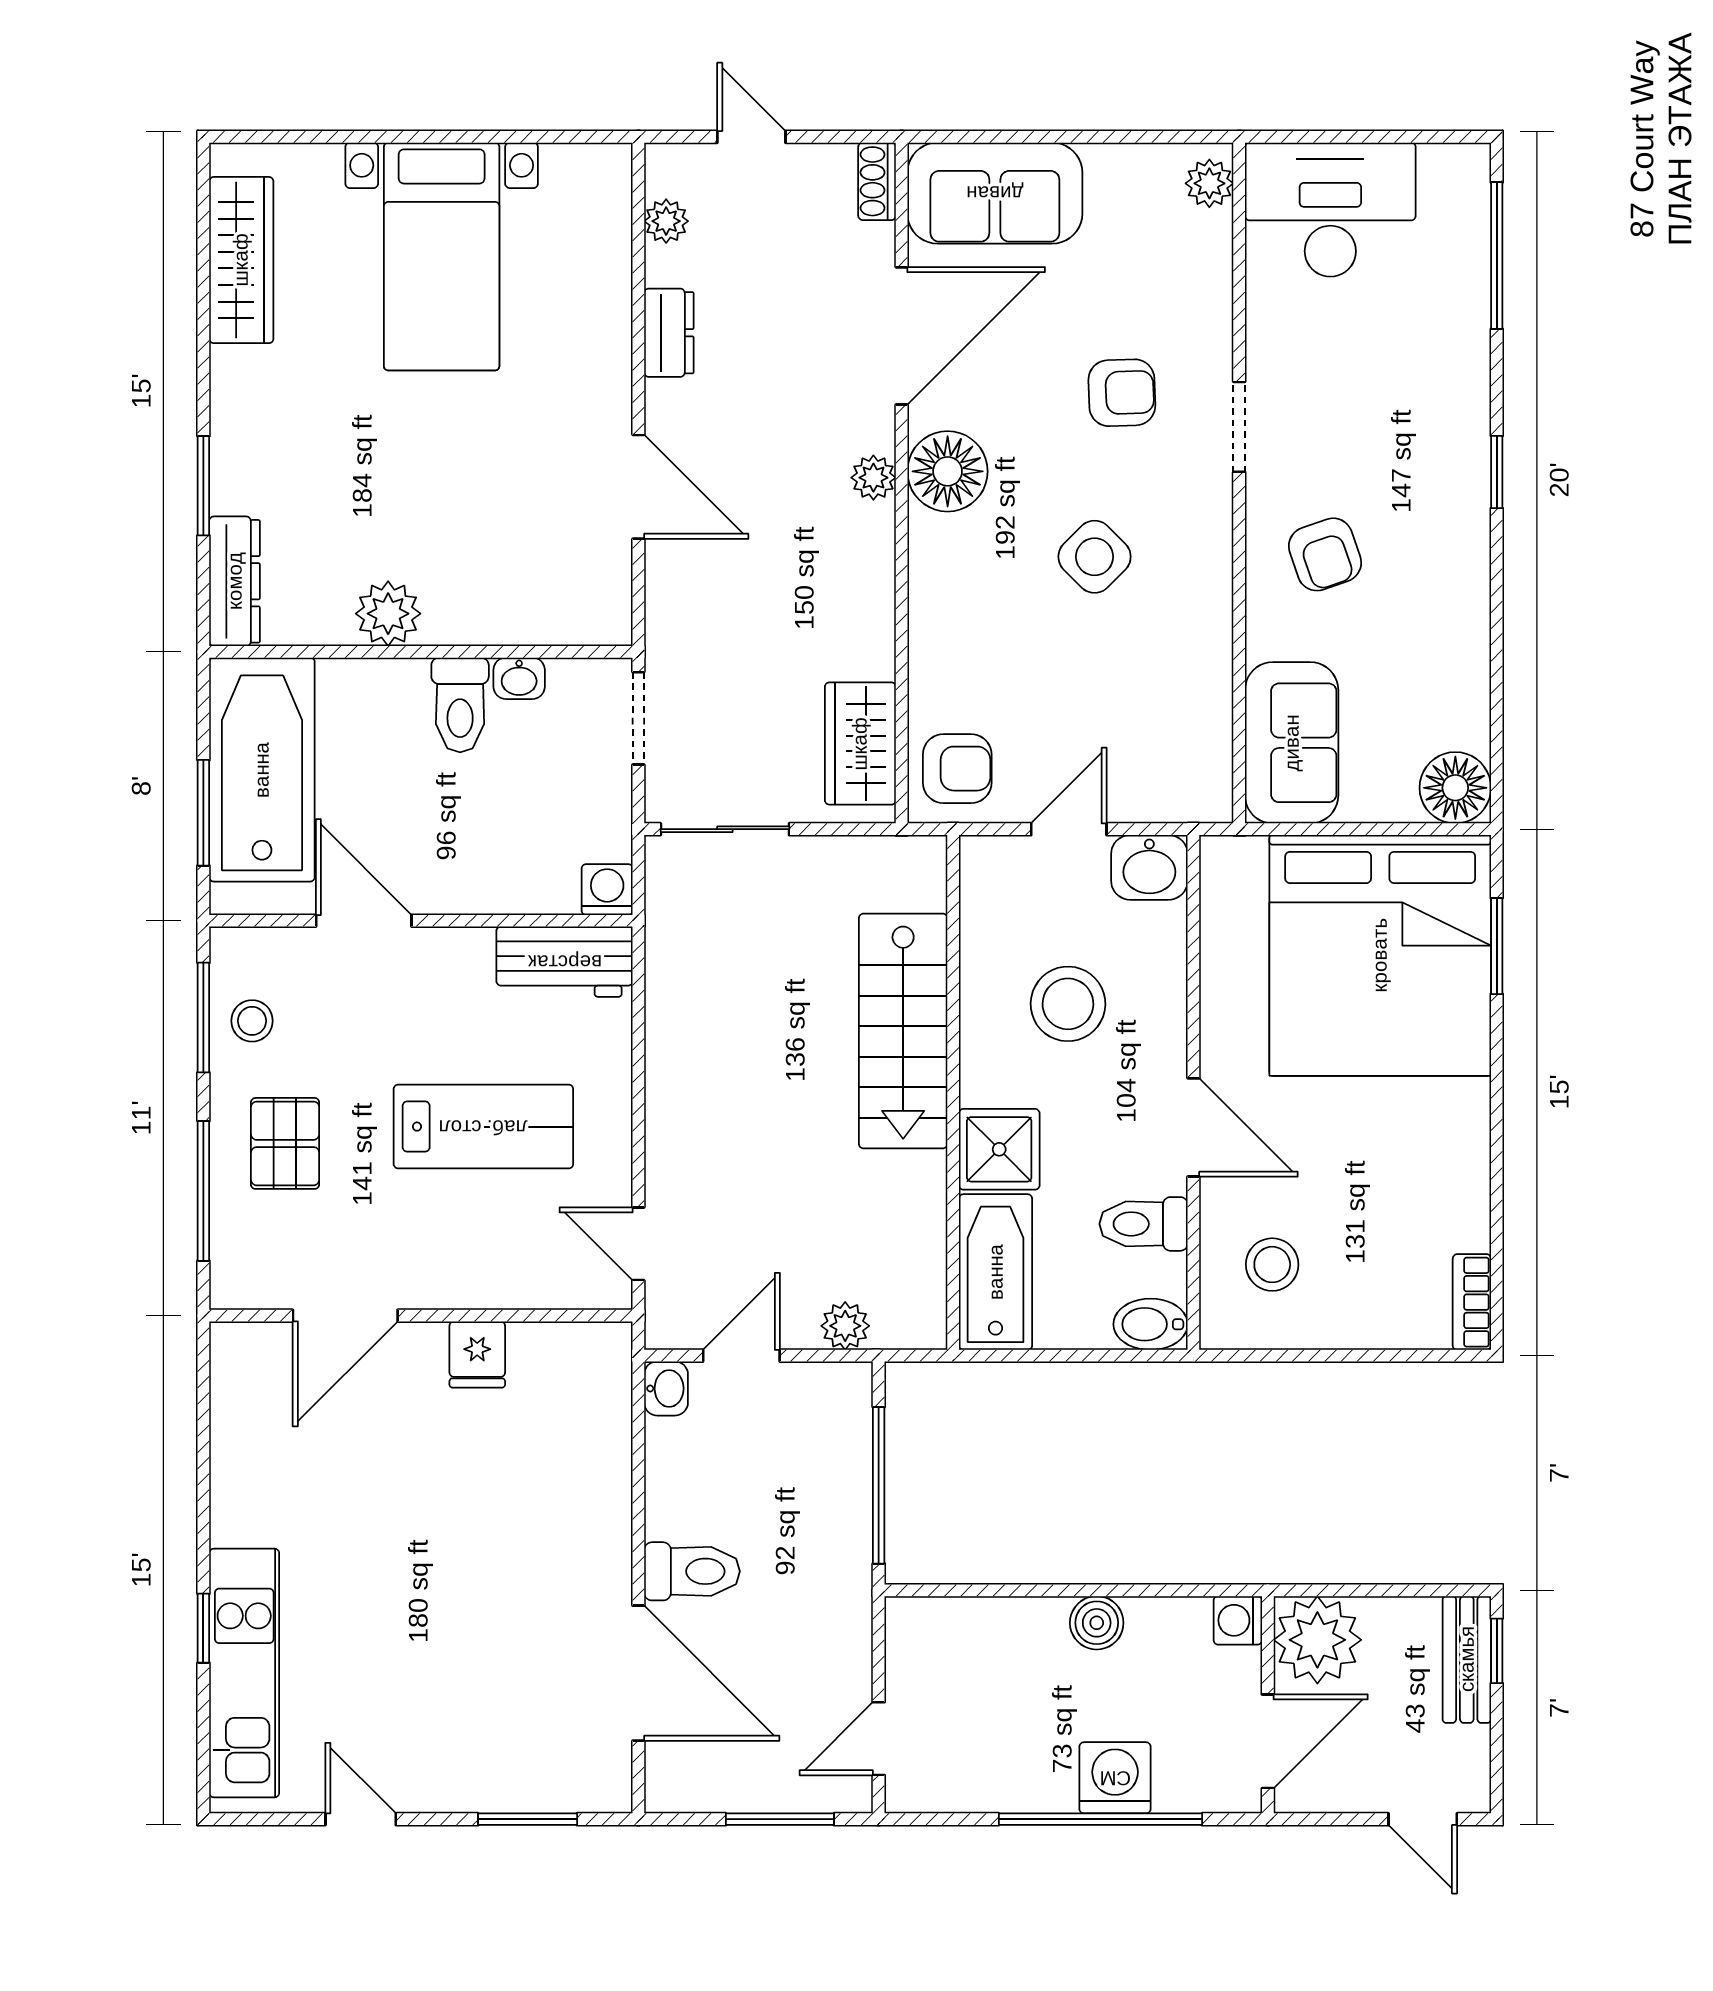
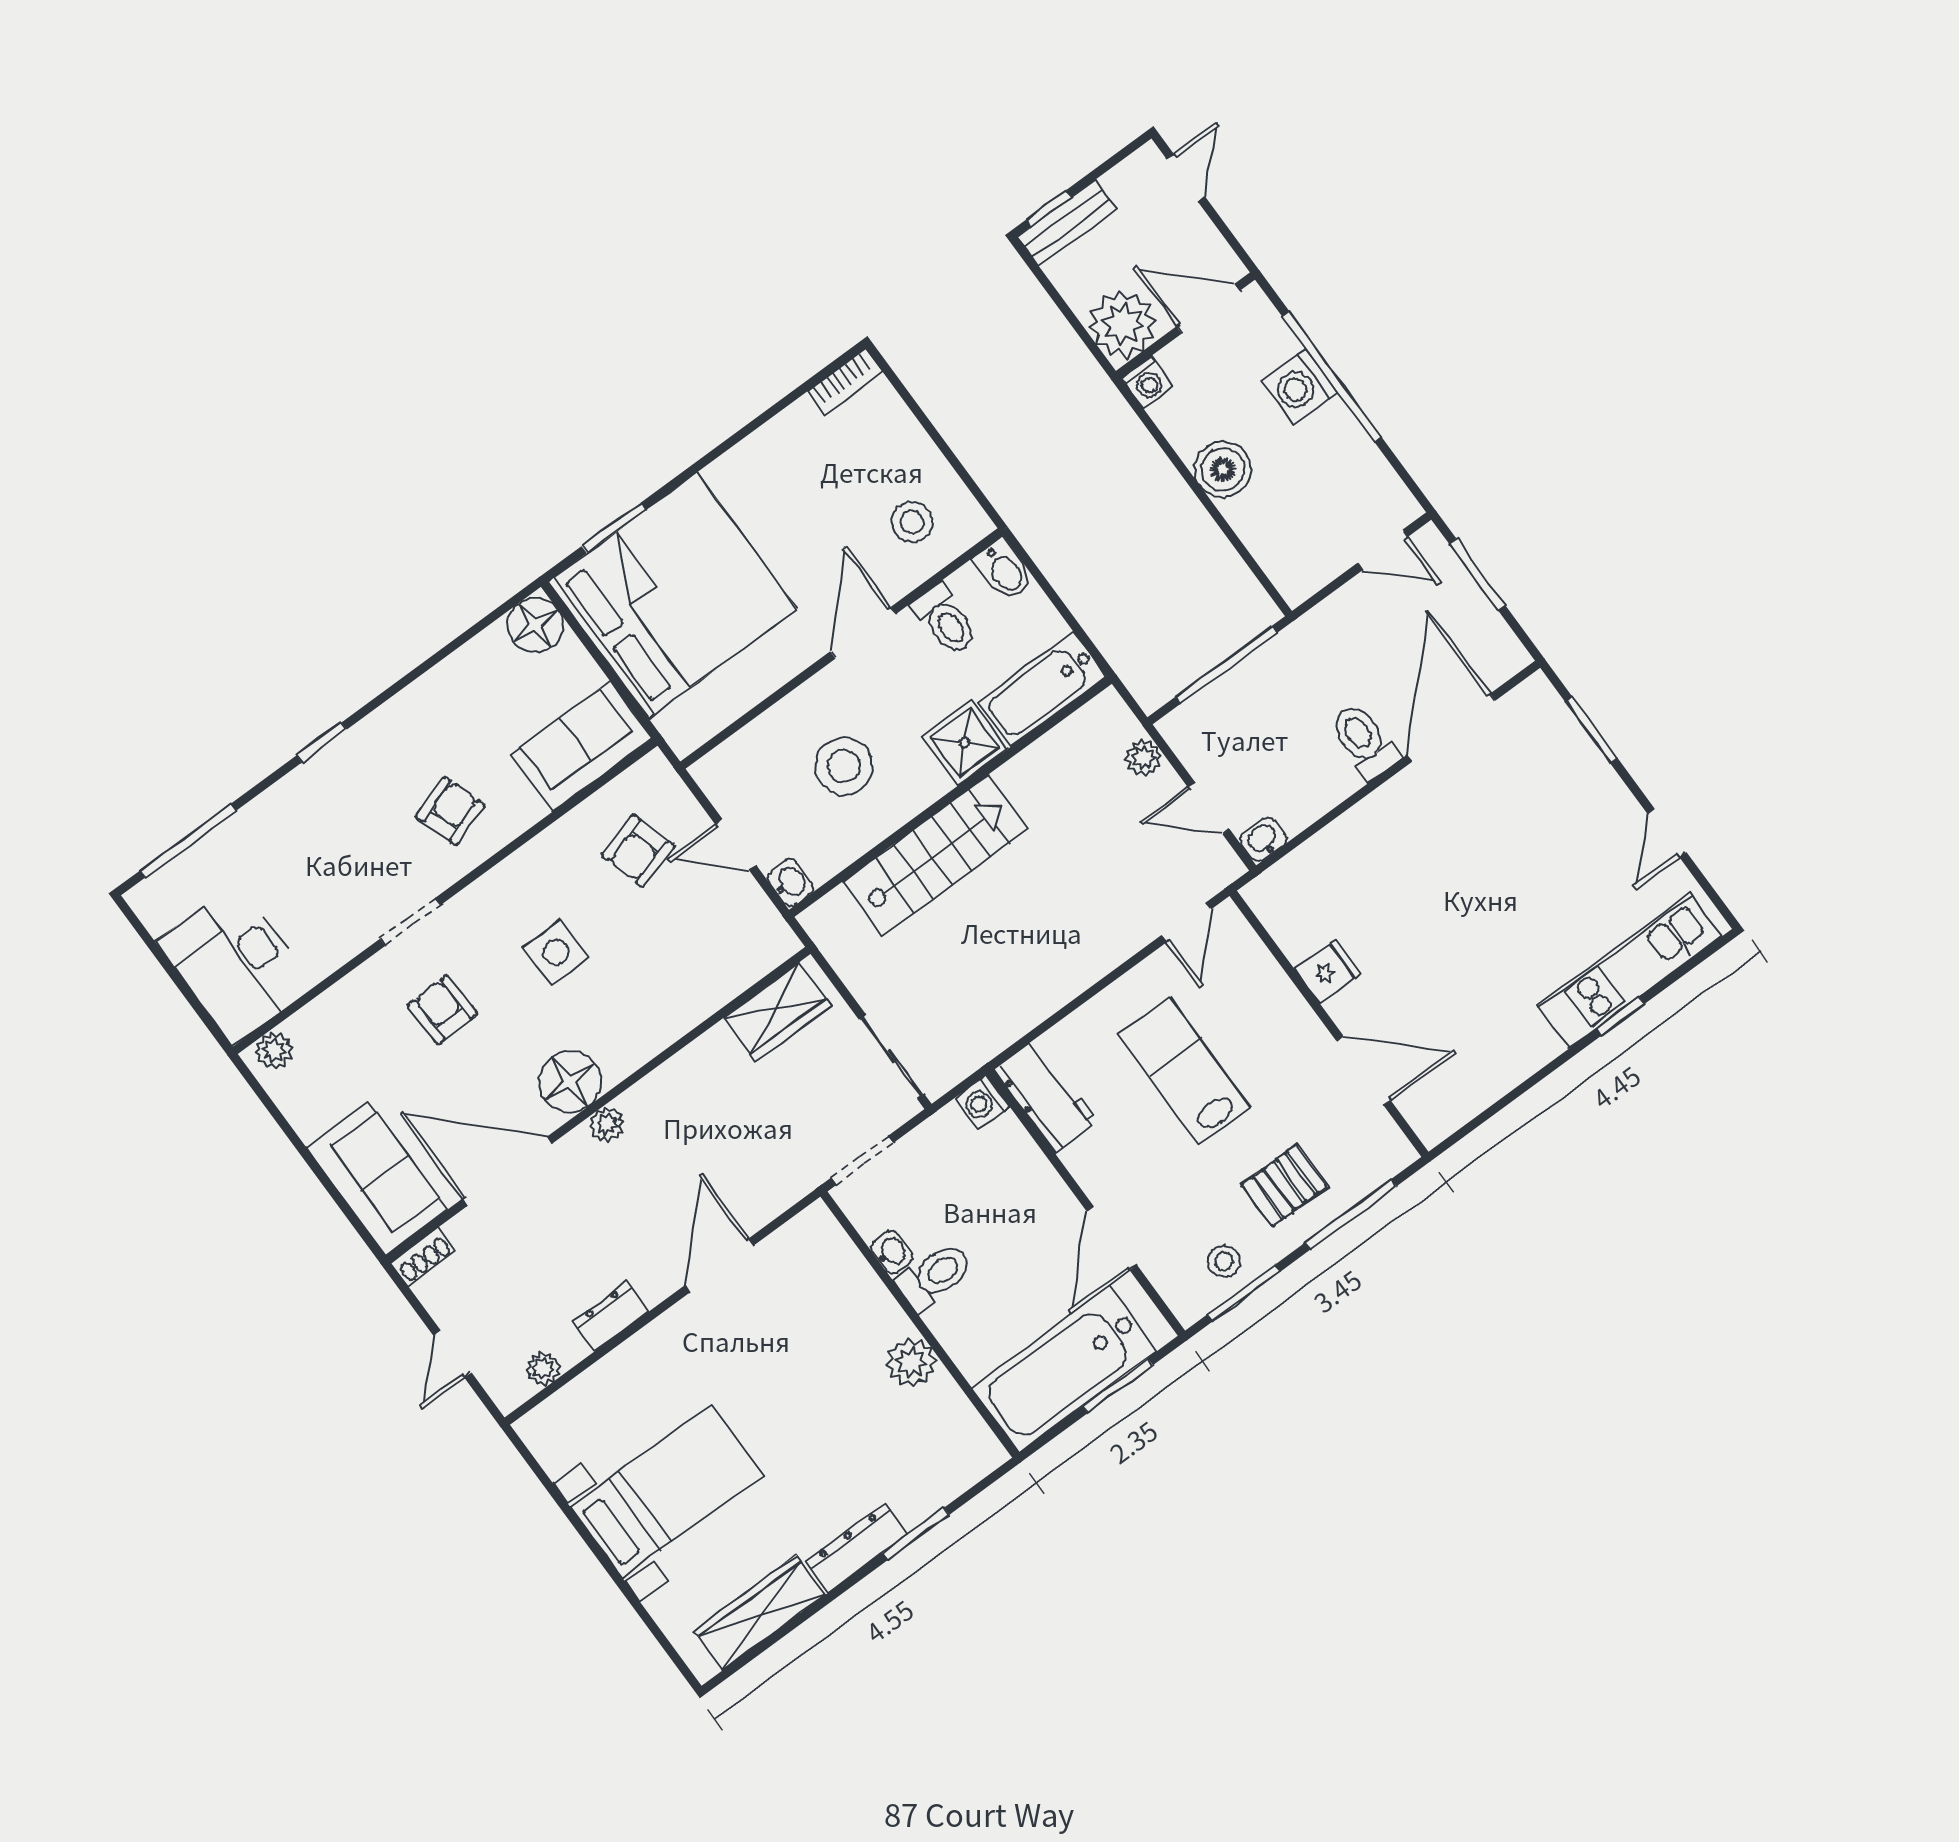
side table: (1095, 557) -> (556, 952), turned 45
dresser: (235, 581) -> (857, 1548), moved
armchair: (957, 769) -> (638, 851), moved, turned -106
washbasin: (1149, 867) -> (790, 883), moved, width x0.72, depth x0.69
boiler: (1097, 1623) -> (1223, 470), width x1.36, depth x1.36

